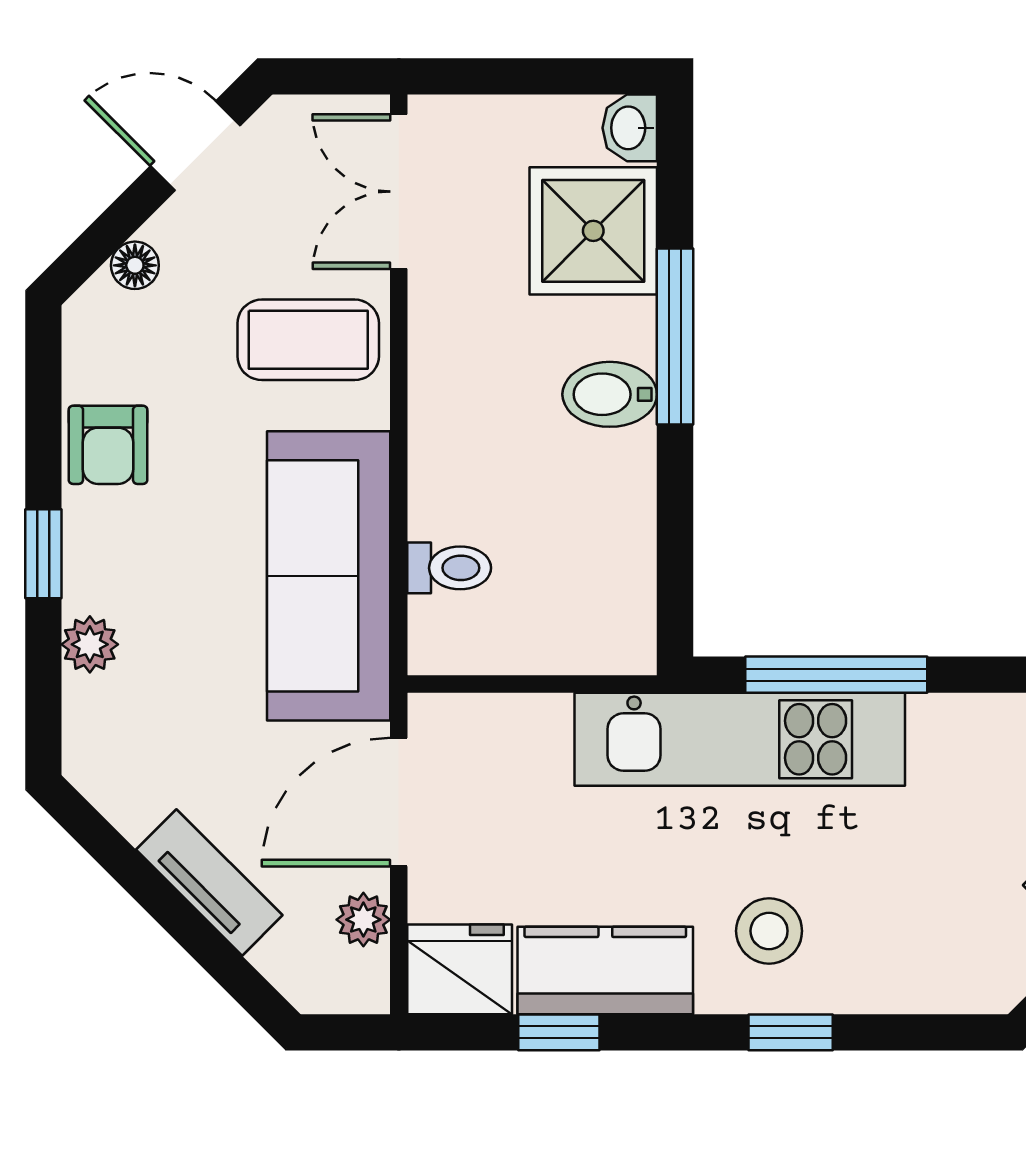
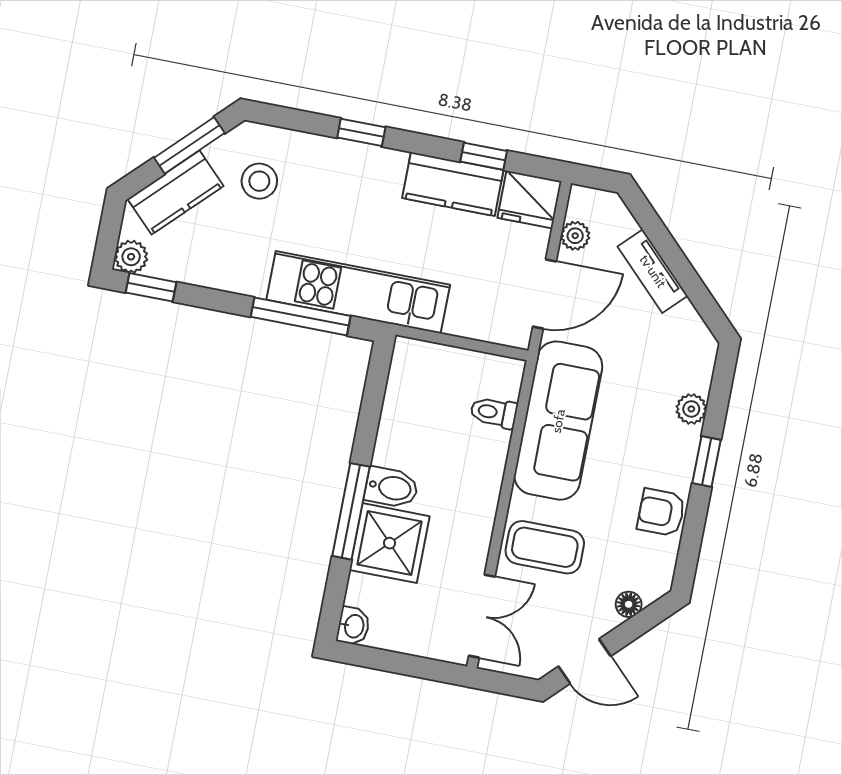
shower: (593, 231) -> (390, 543), moved
armchair: (108, 445) -> (661, 512), turned -90
stool: (769, 931) -> (259, 181), moved

